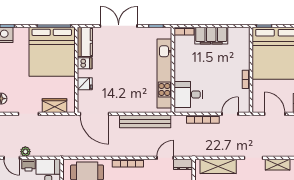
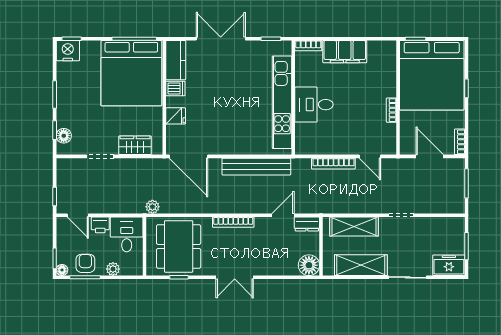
desk: (188, 94) -> (314, 105), moved
door: (230, 114) -> (370, 156), swing flipped
plant: (25, 152) -> (152, 207), moved
shelving: (278, 165) -> (433, 224), removed

